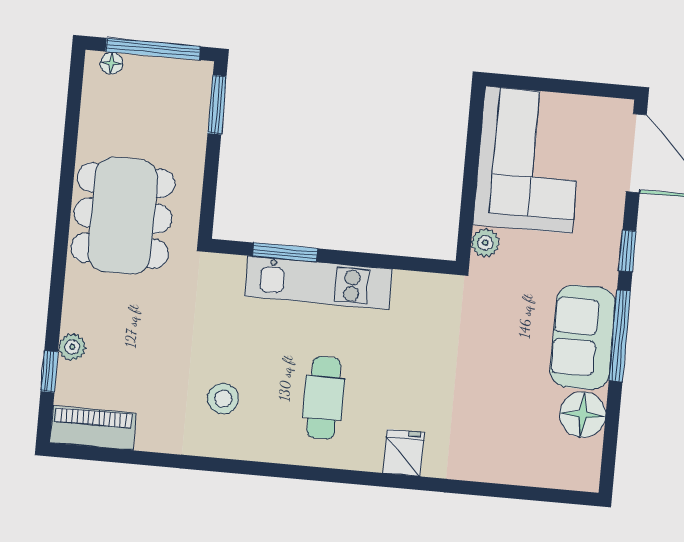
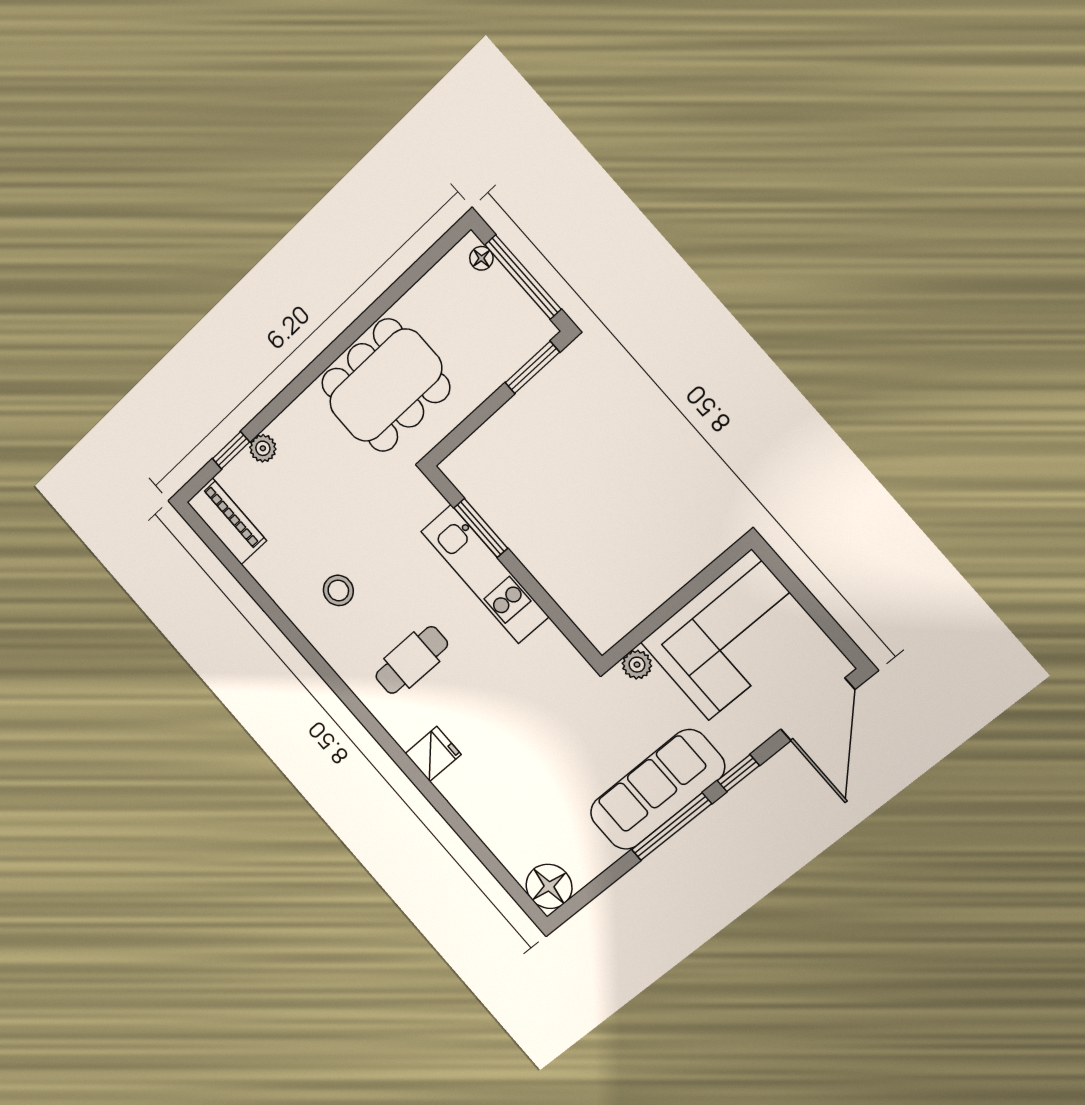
sofa: (583, 337) -> (657, 790), width x1.36
floor lamp: (583, 415) -> (549, 886), moved

